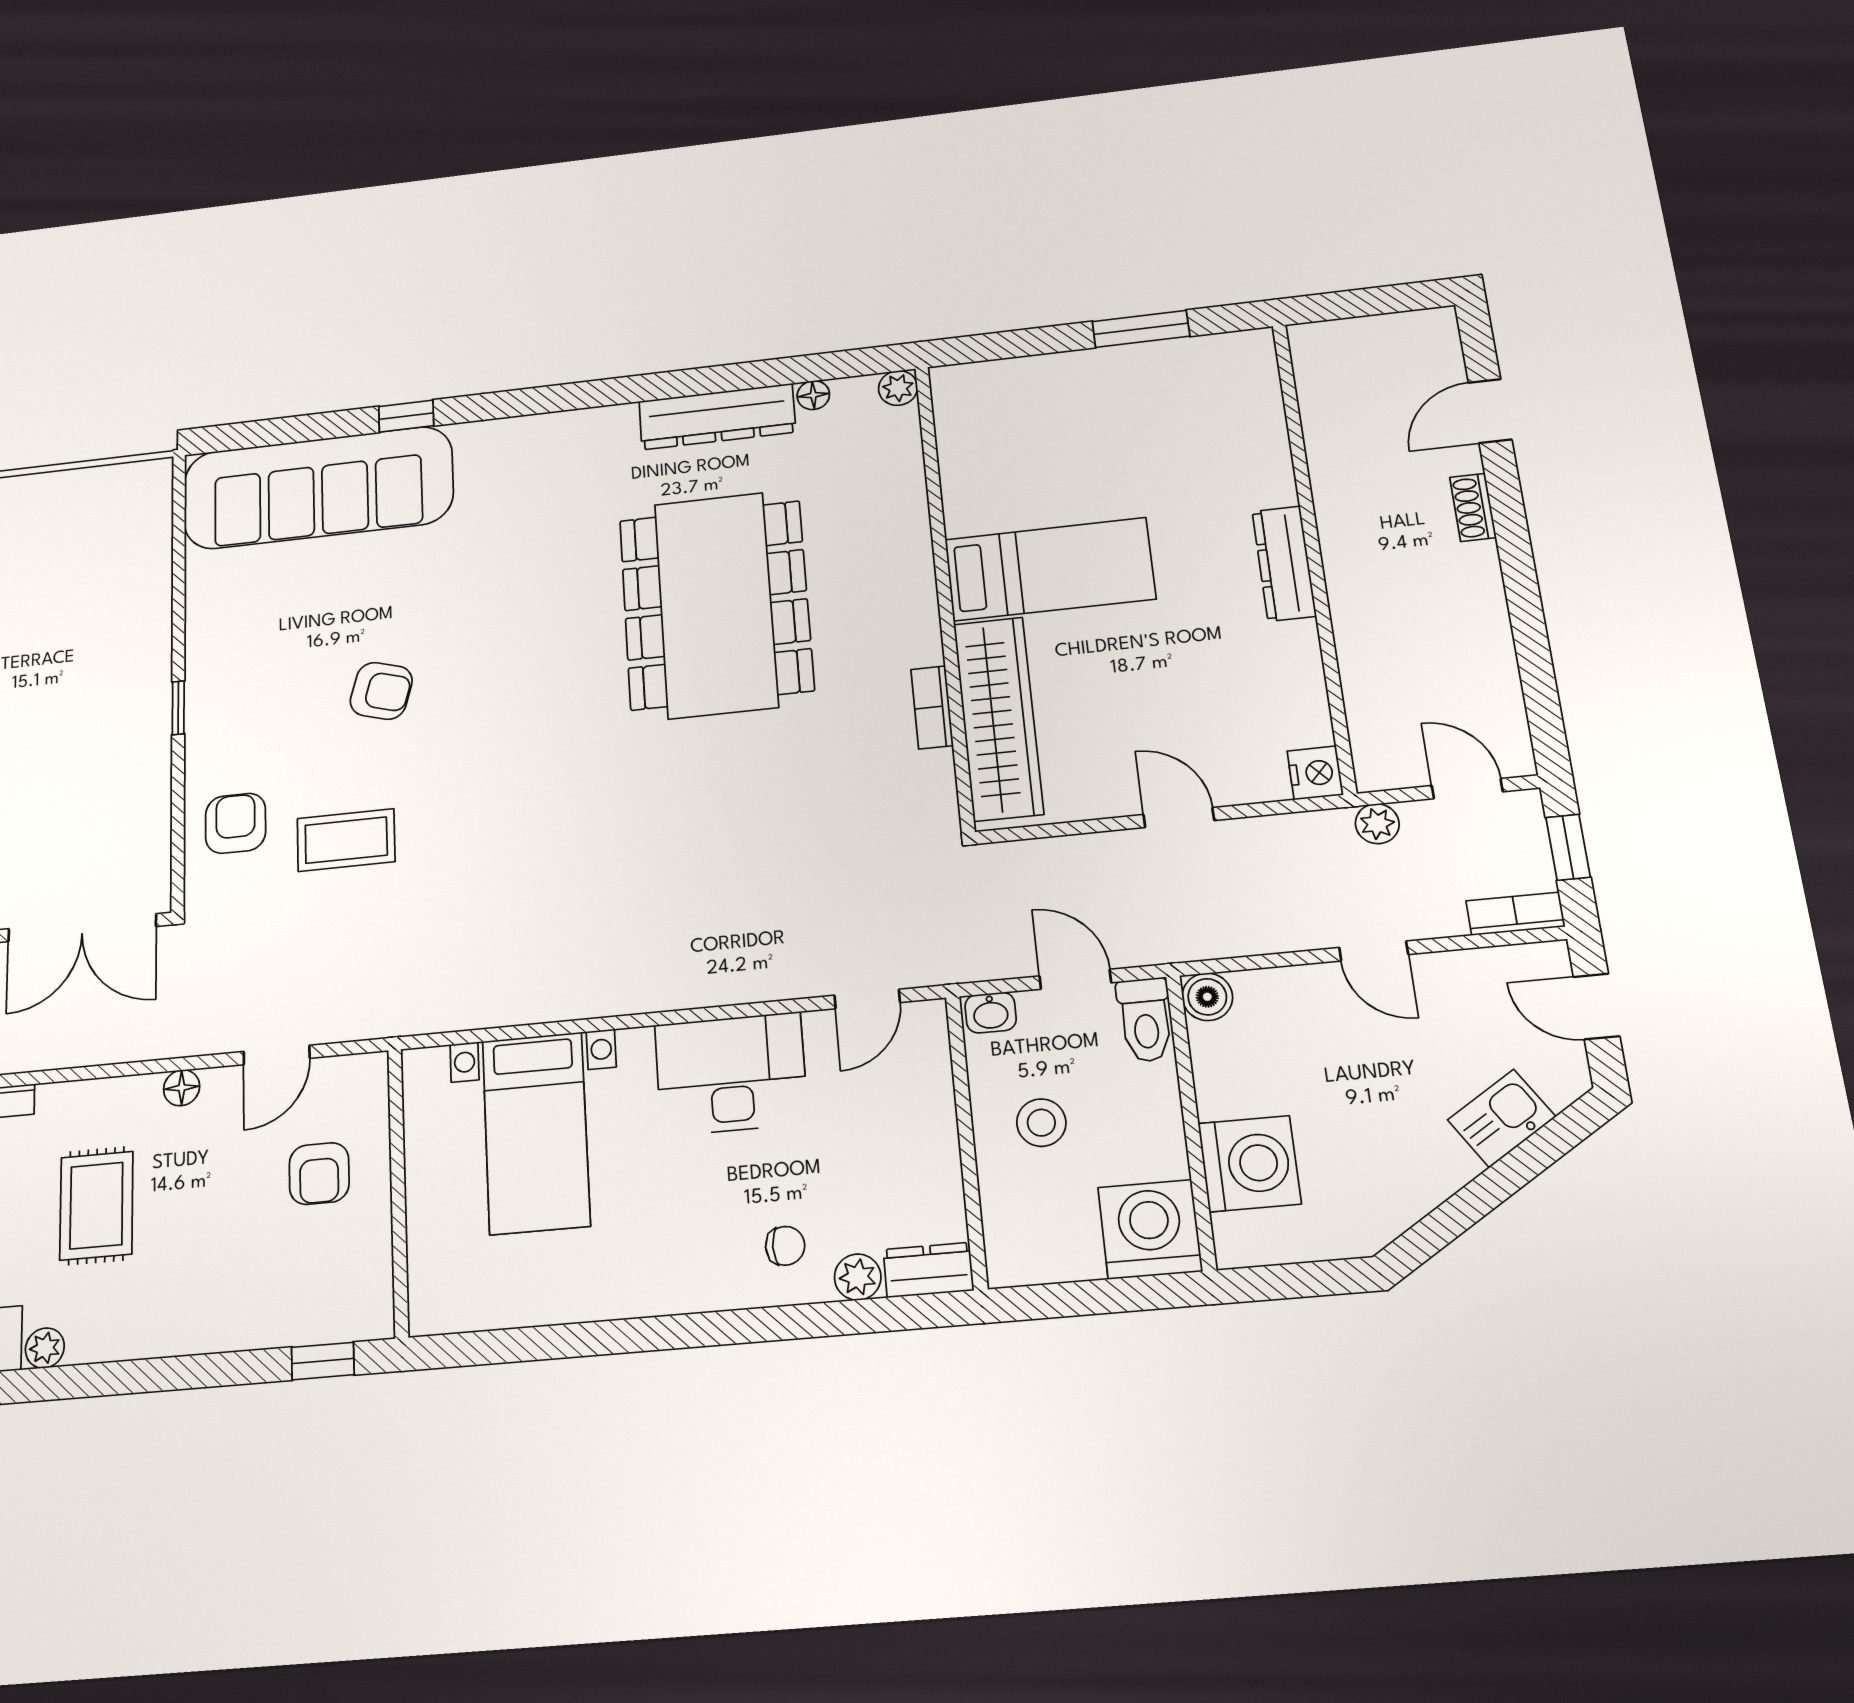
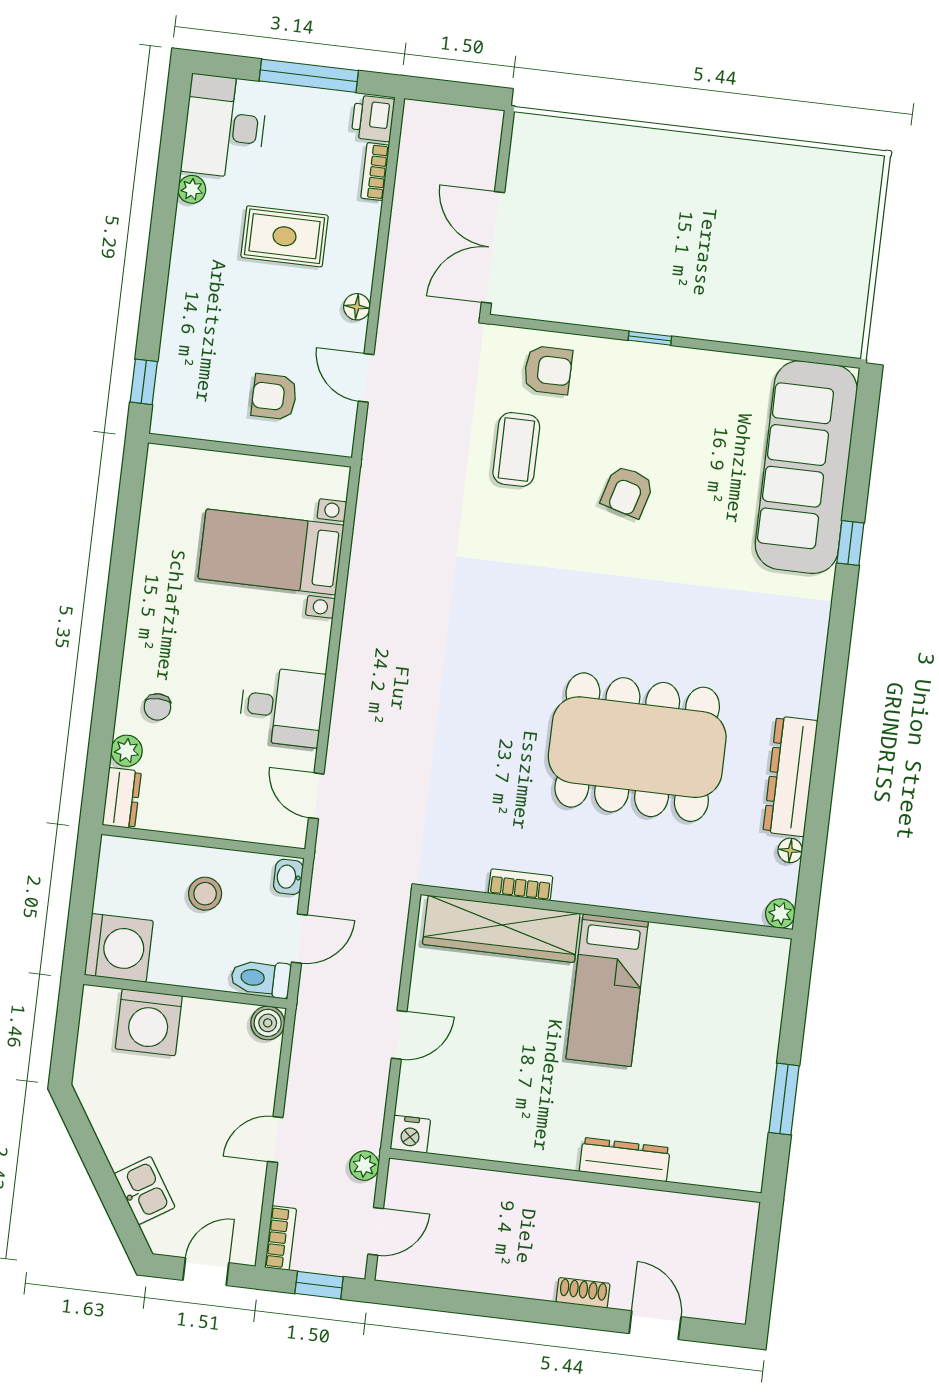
dresser: (1284, 563) -> (625, 1160), moved
desk: (731, 1074) -> (282, 707), width x0.73

